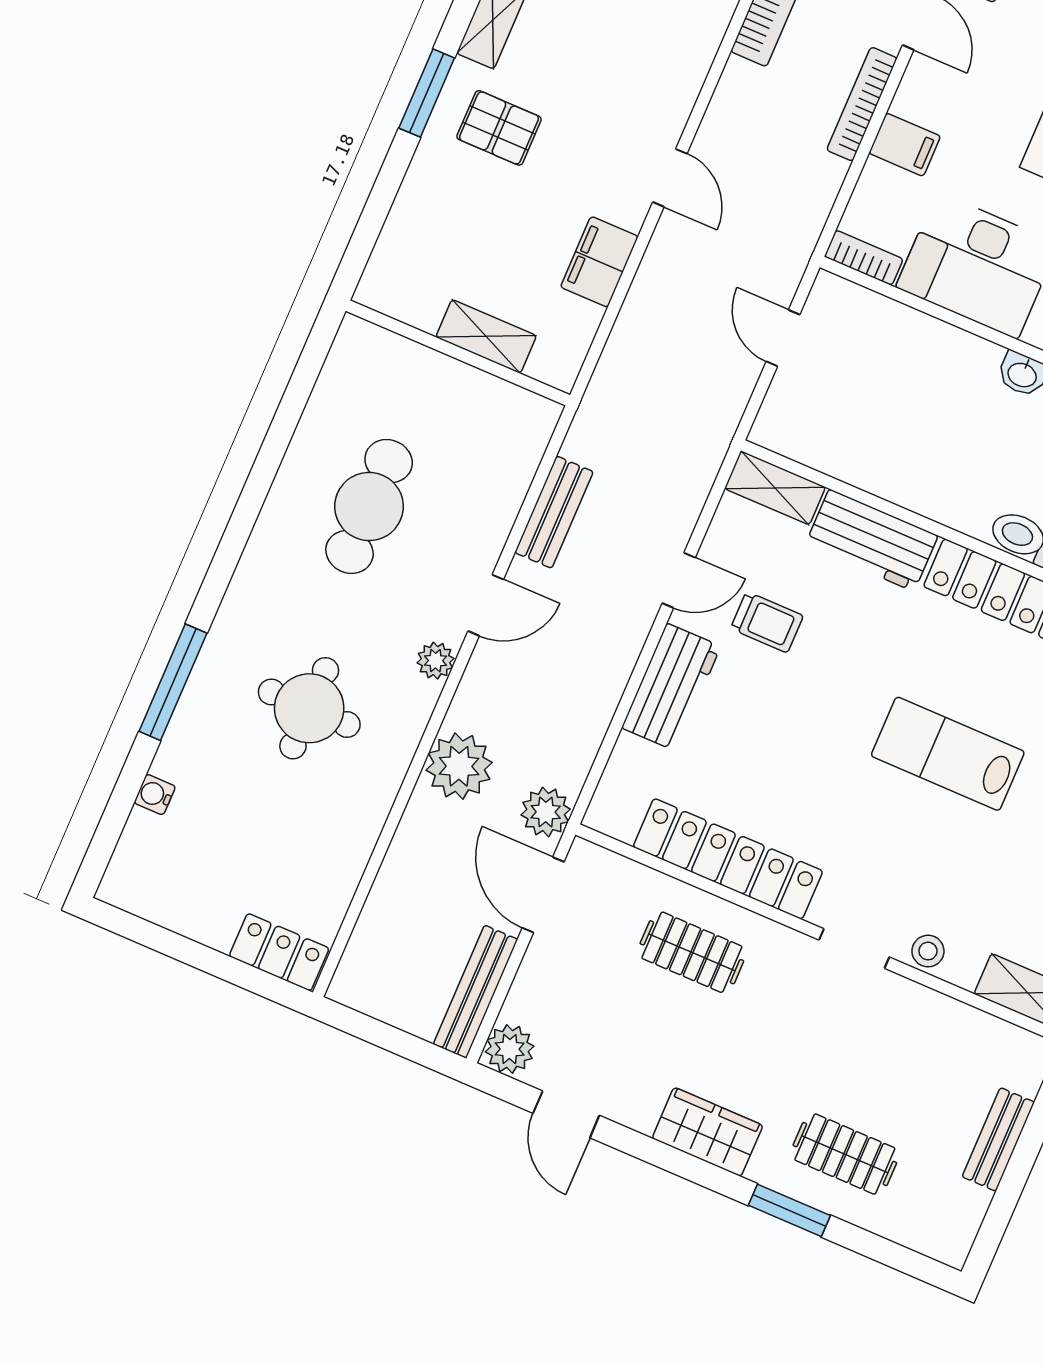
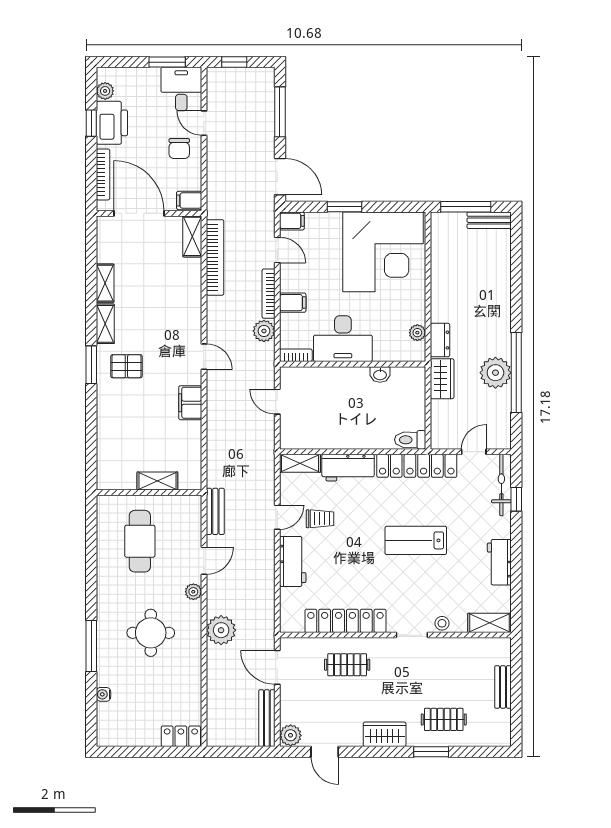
shelving: (486, 336) -> (157, 481), moved
wall: (458, 353) -> (149, 492), moved
plant: (546, 812) -> (264, 331), moved

